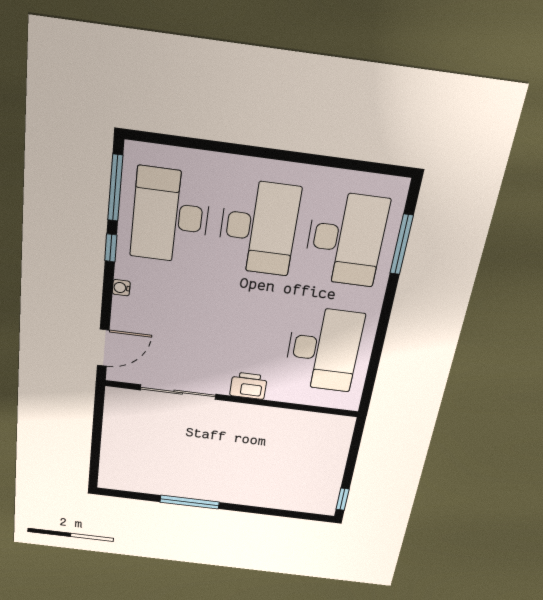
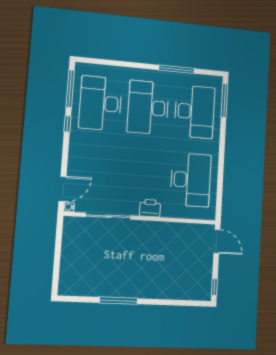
window: (320, 160) -> (177, 69), added
desk: (258, 228) -> (148, 108), turned 180
window: (402, 244) -> (224, 101), moved
water cooler: (121, 288) -> (69, 207), moved
door: (356, 440) -> (217, 241), added

